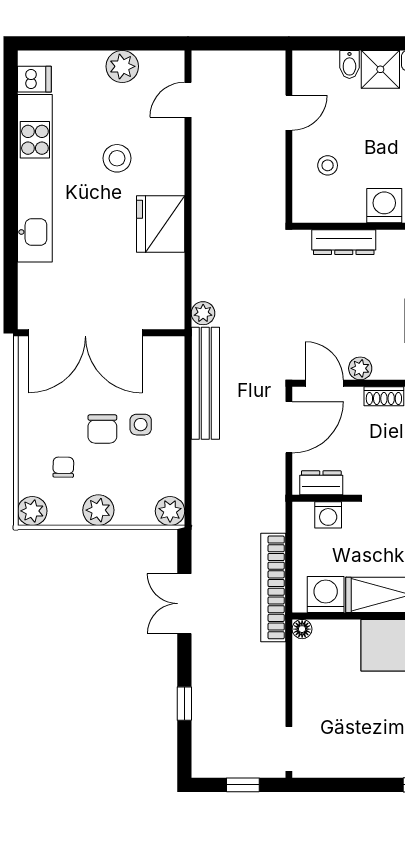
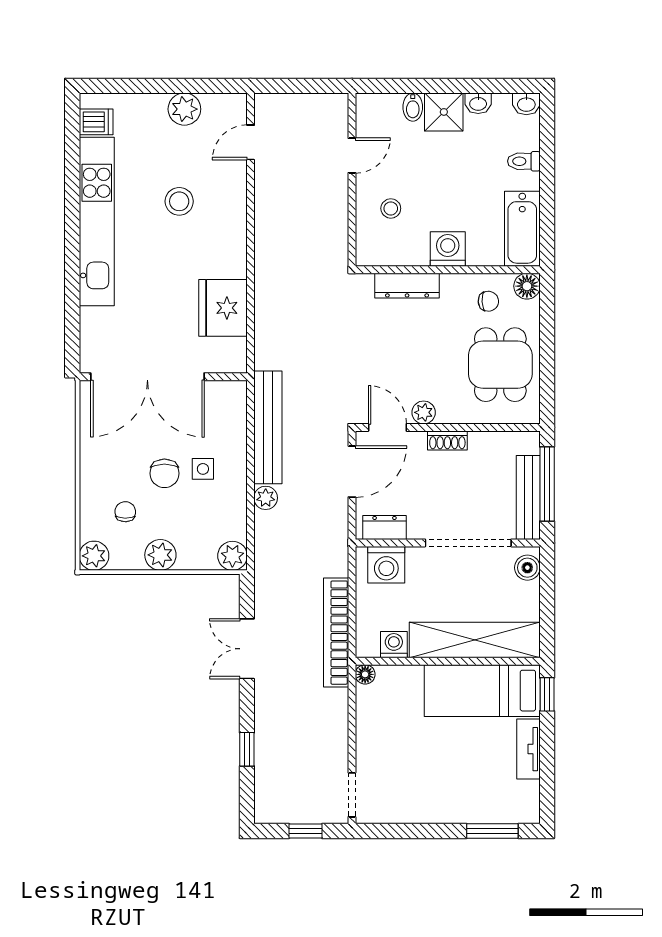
fridge: (161, 224) -> (223, 308), moved
plant: (203, 313) -> (266, 498), moved
washing machine: (328, 515) -> (386, 565), width x1.38, depth x1.38
washing machine: (326, 594) -> (394, 645), width x0.73, depth x0.73

